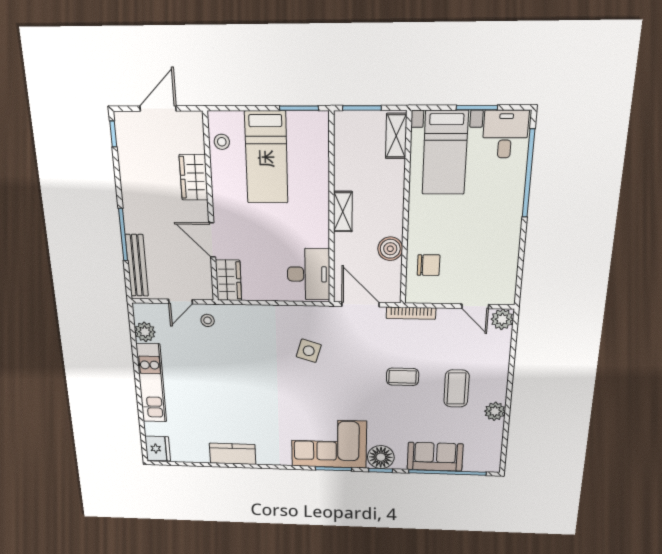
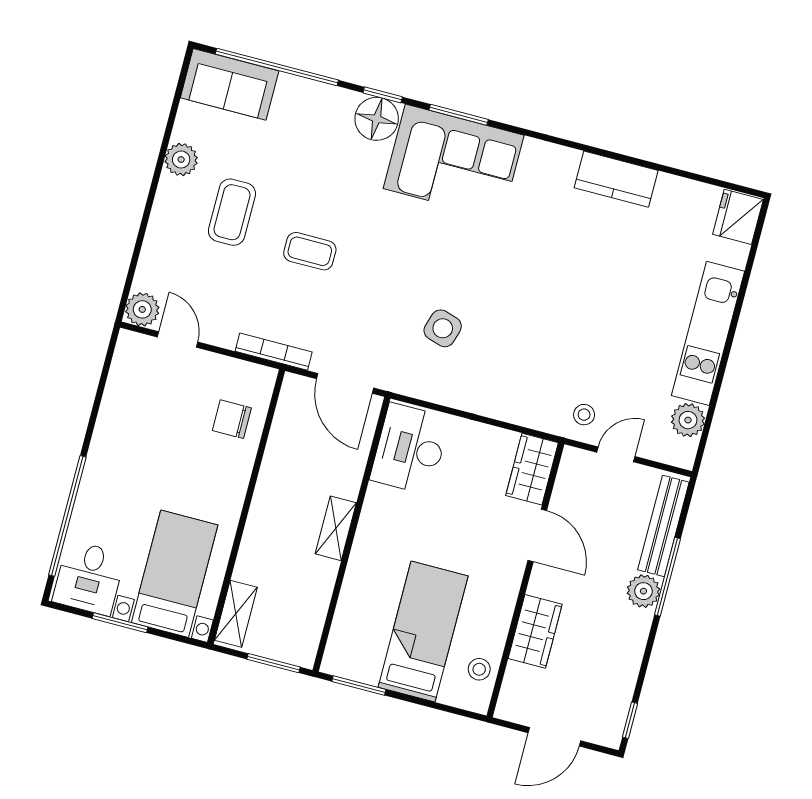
plant: (135, 222) -> (643, 591), added
boiler: (390, 249) -> (281, 457), removed
sofa: (435, 457) -> (230, 84), moved

